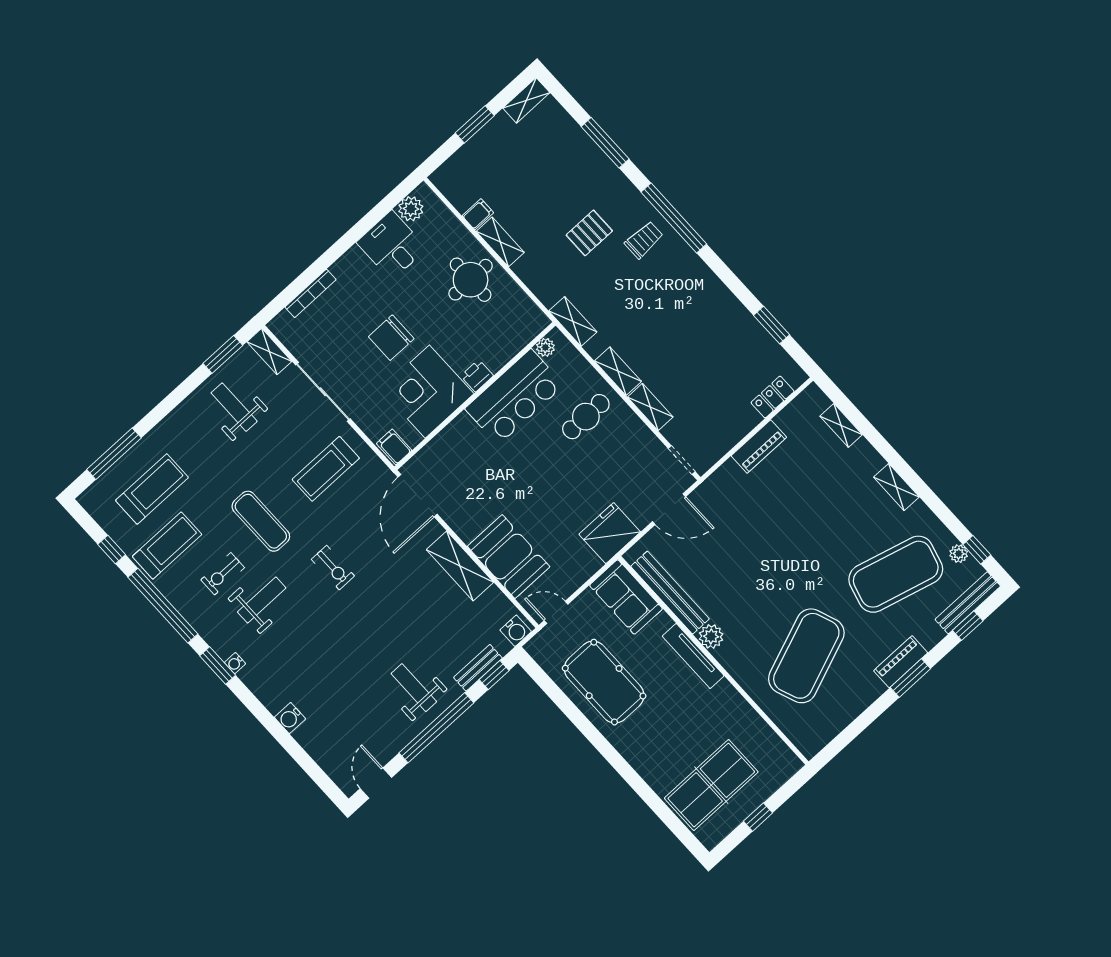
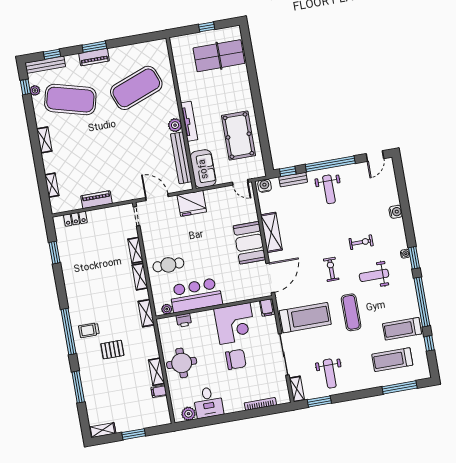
printer: (477, 376) -> (184, 320), moved
treadmill: (326, 469) -> (305, 318), width x1.37, depth x1.38
booth: (509, 557) -> (249, 243), moved
exercise bike: (223, 574) -> (361, 242), moved

